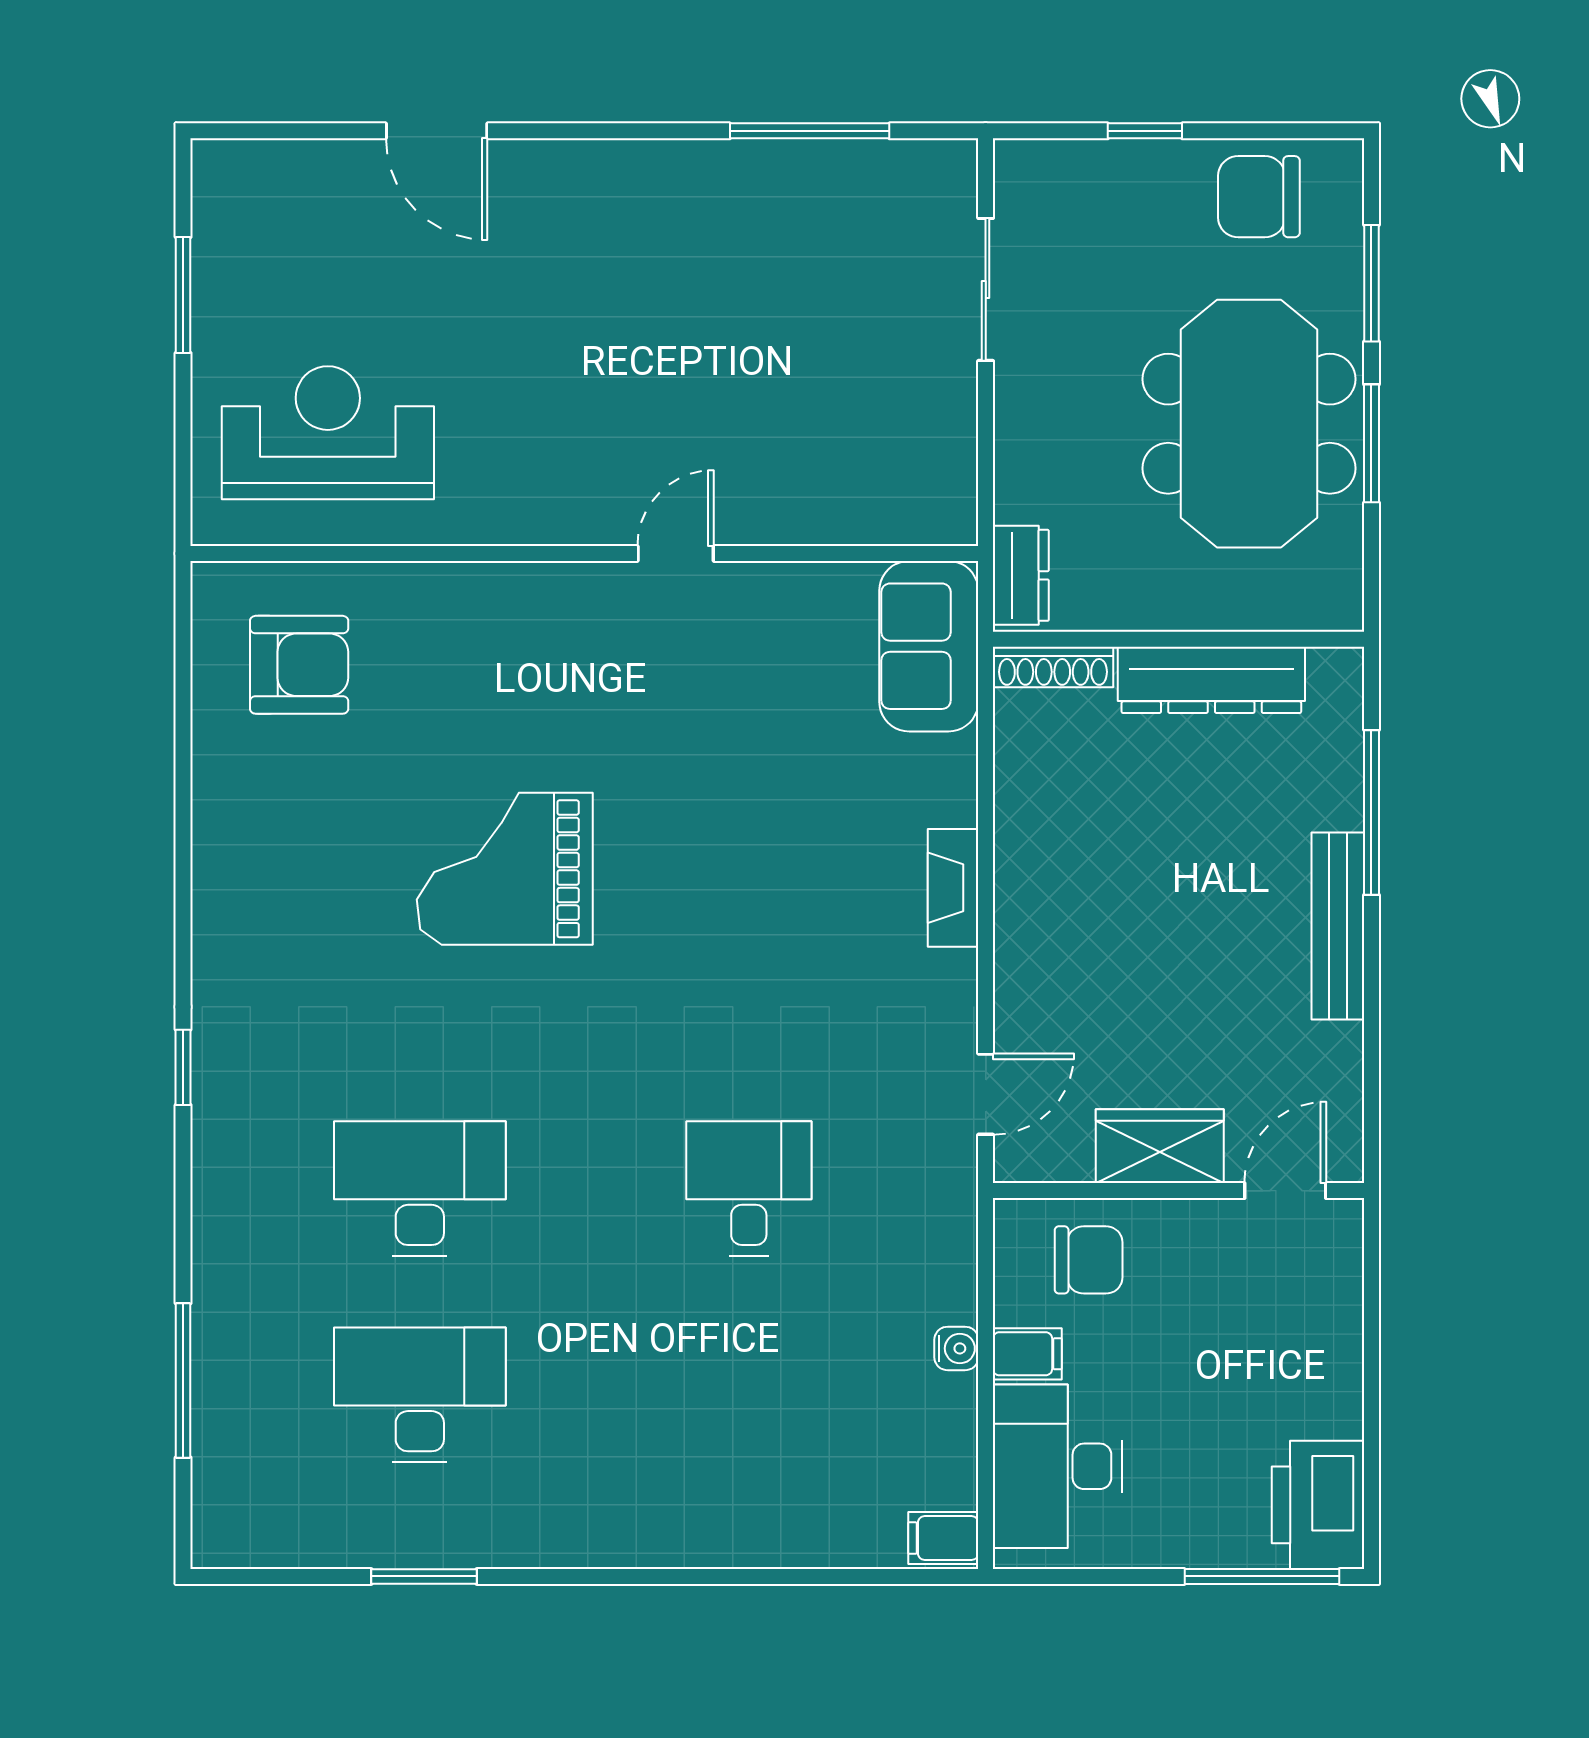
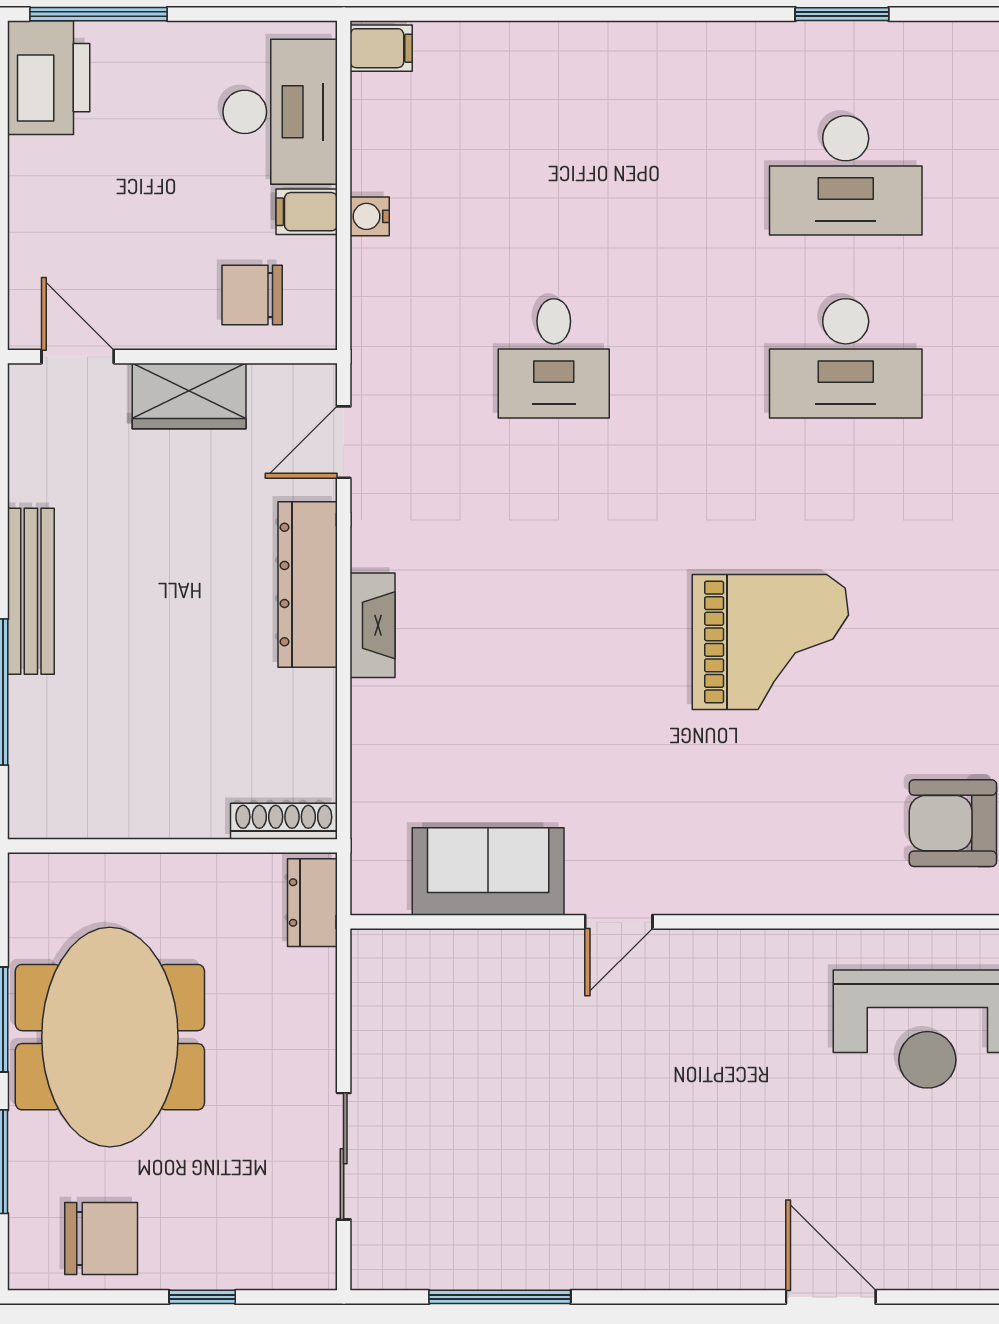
sofa: (929, 646) -> (488, 872), moved, turned -90
dresser: (1211, 680) -> (308, 584), moved, turned -90
door: (1285, 1191) -> (78, 357), swing flipped

